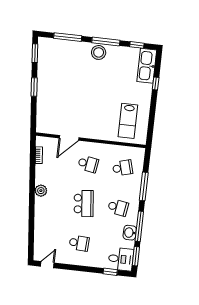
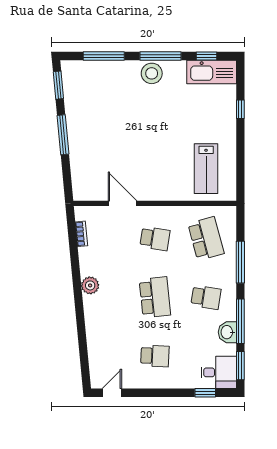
kitchen sink: (147, 66) -> (212, 72), moved, turned -90
window: (34, 87) -> (63, 135), width x1.44
door: (69, 138) -> (123, 203), swing flipped
school desk: (123, 168) -> (206, 239), width x1.85

